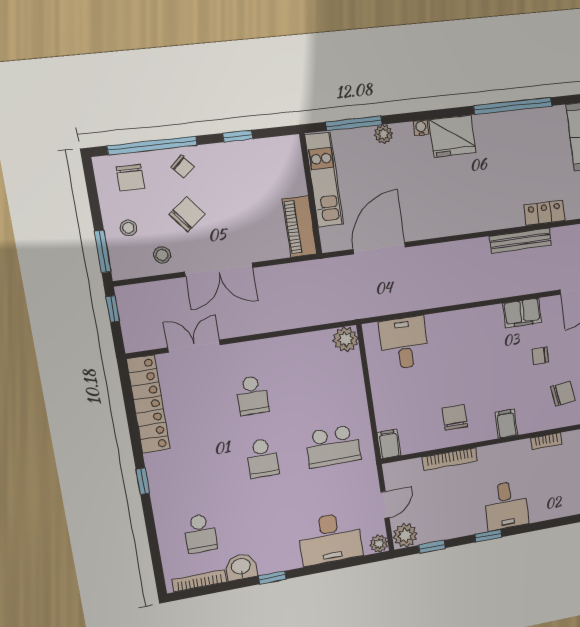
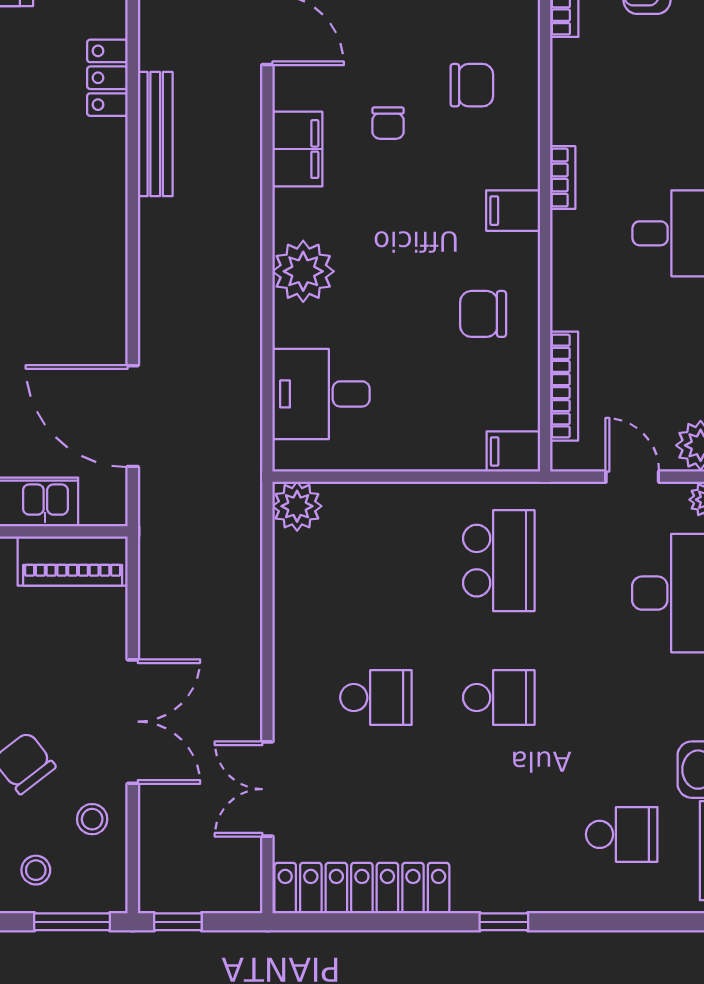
plant: (464, 325) -> (303, 271), added
chair: (563, 394) -> (472, 85), turned 98
bookcase: (546, 441) -> (563, 178), moved
bookcase: (450, 459) -> (564, 386), moved

